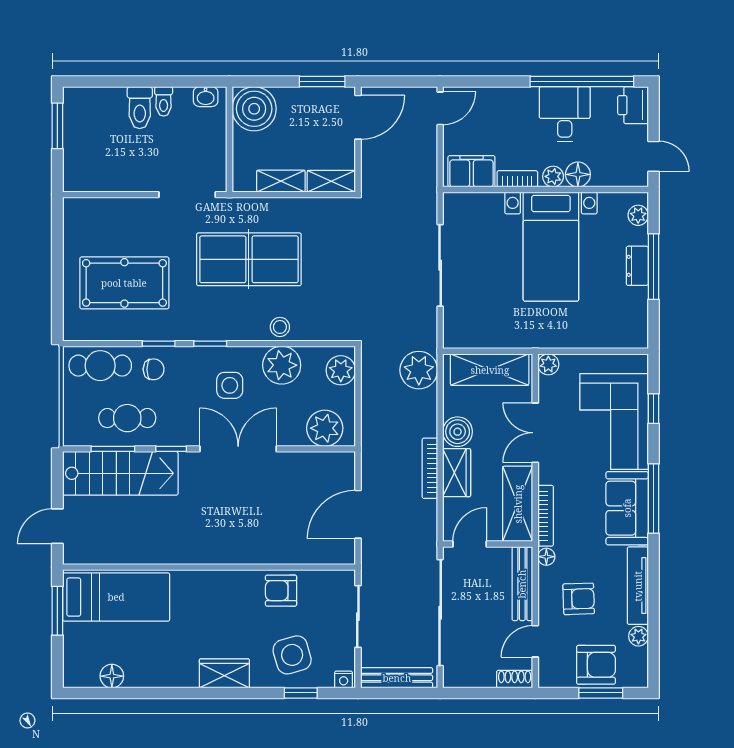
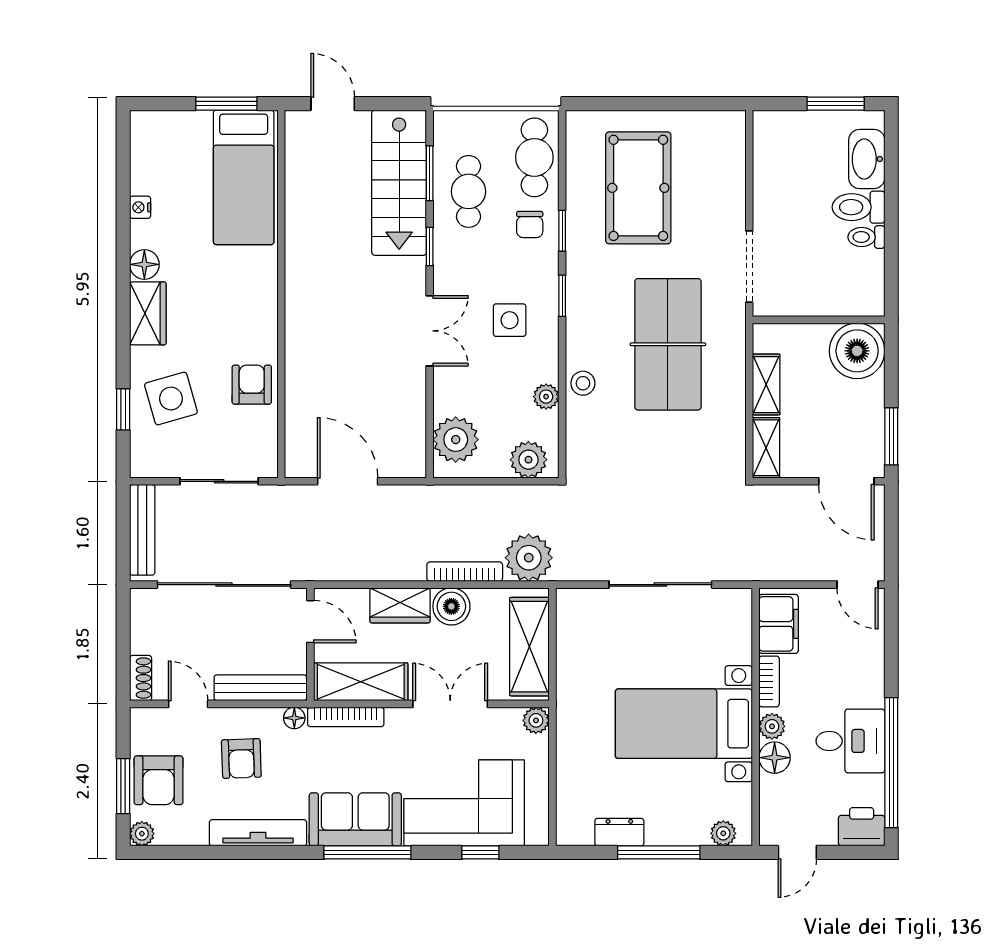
washbasin: (206, 97) -> (867, 159), moved, width x1.91, depth x1.45
dresser: (637, 266) -> (619, 832), moved
plant: (282, 365) -> (546, 397), width x0.53, depth x0.53
double door: (238, 449) -> (430, 331), width x0.73
bookcase: (430, 468) -> (465, 572), moved
plant: (638, 636) -> (142, 834), moved
floor lamp: (112, 676) -> (144, 264), moved
nightstand: (344, 679) -> (140, 207), moved

